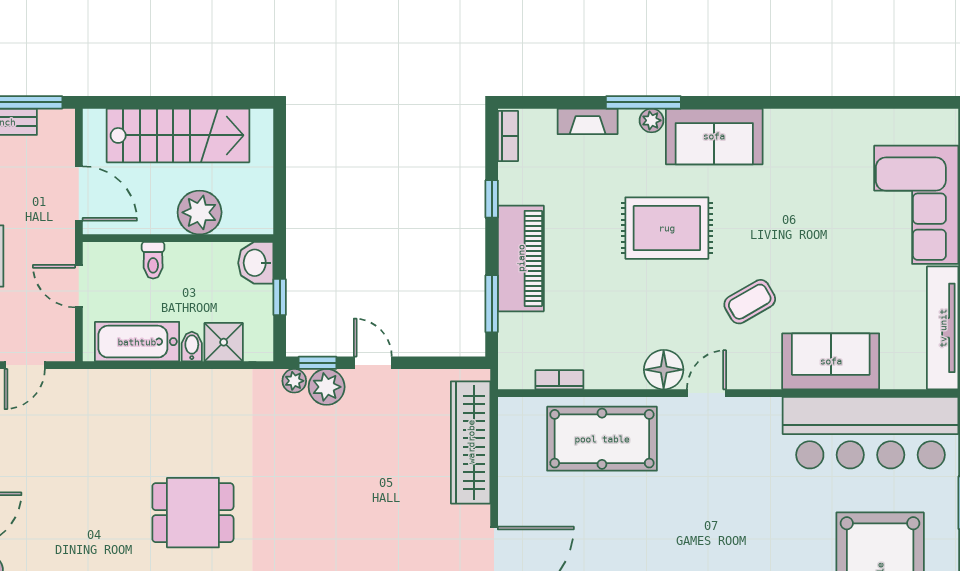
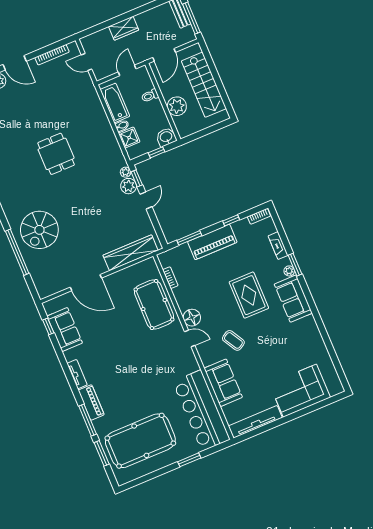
window: (643, 102) -> (295, 265), width x0.69

